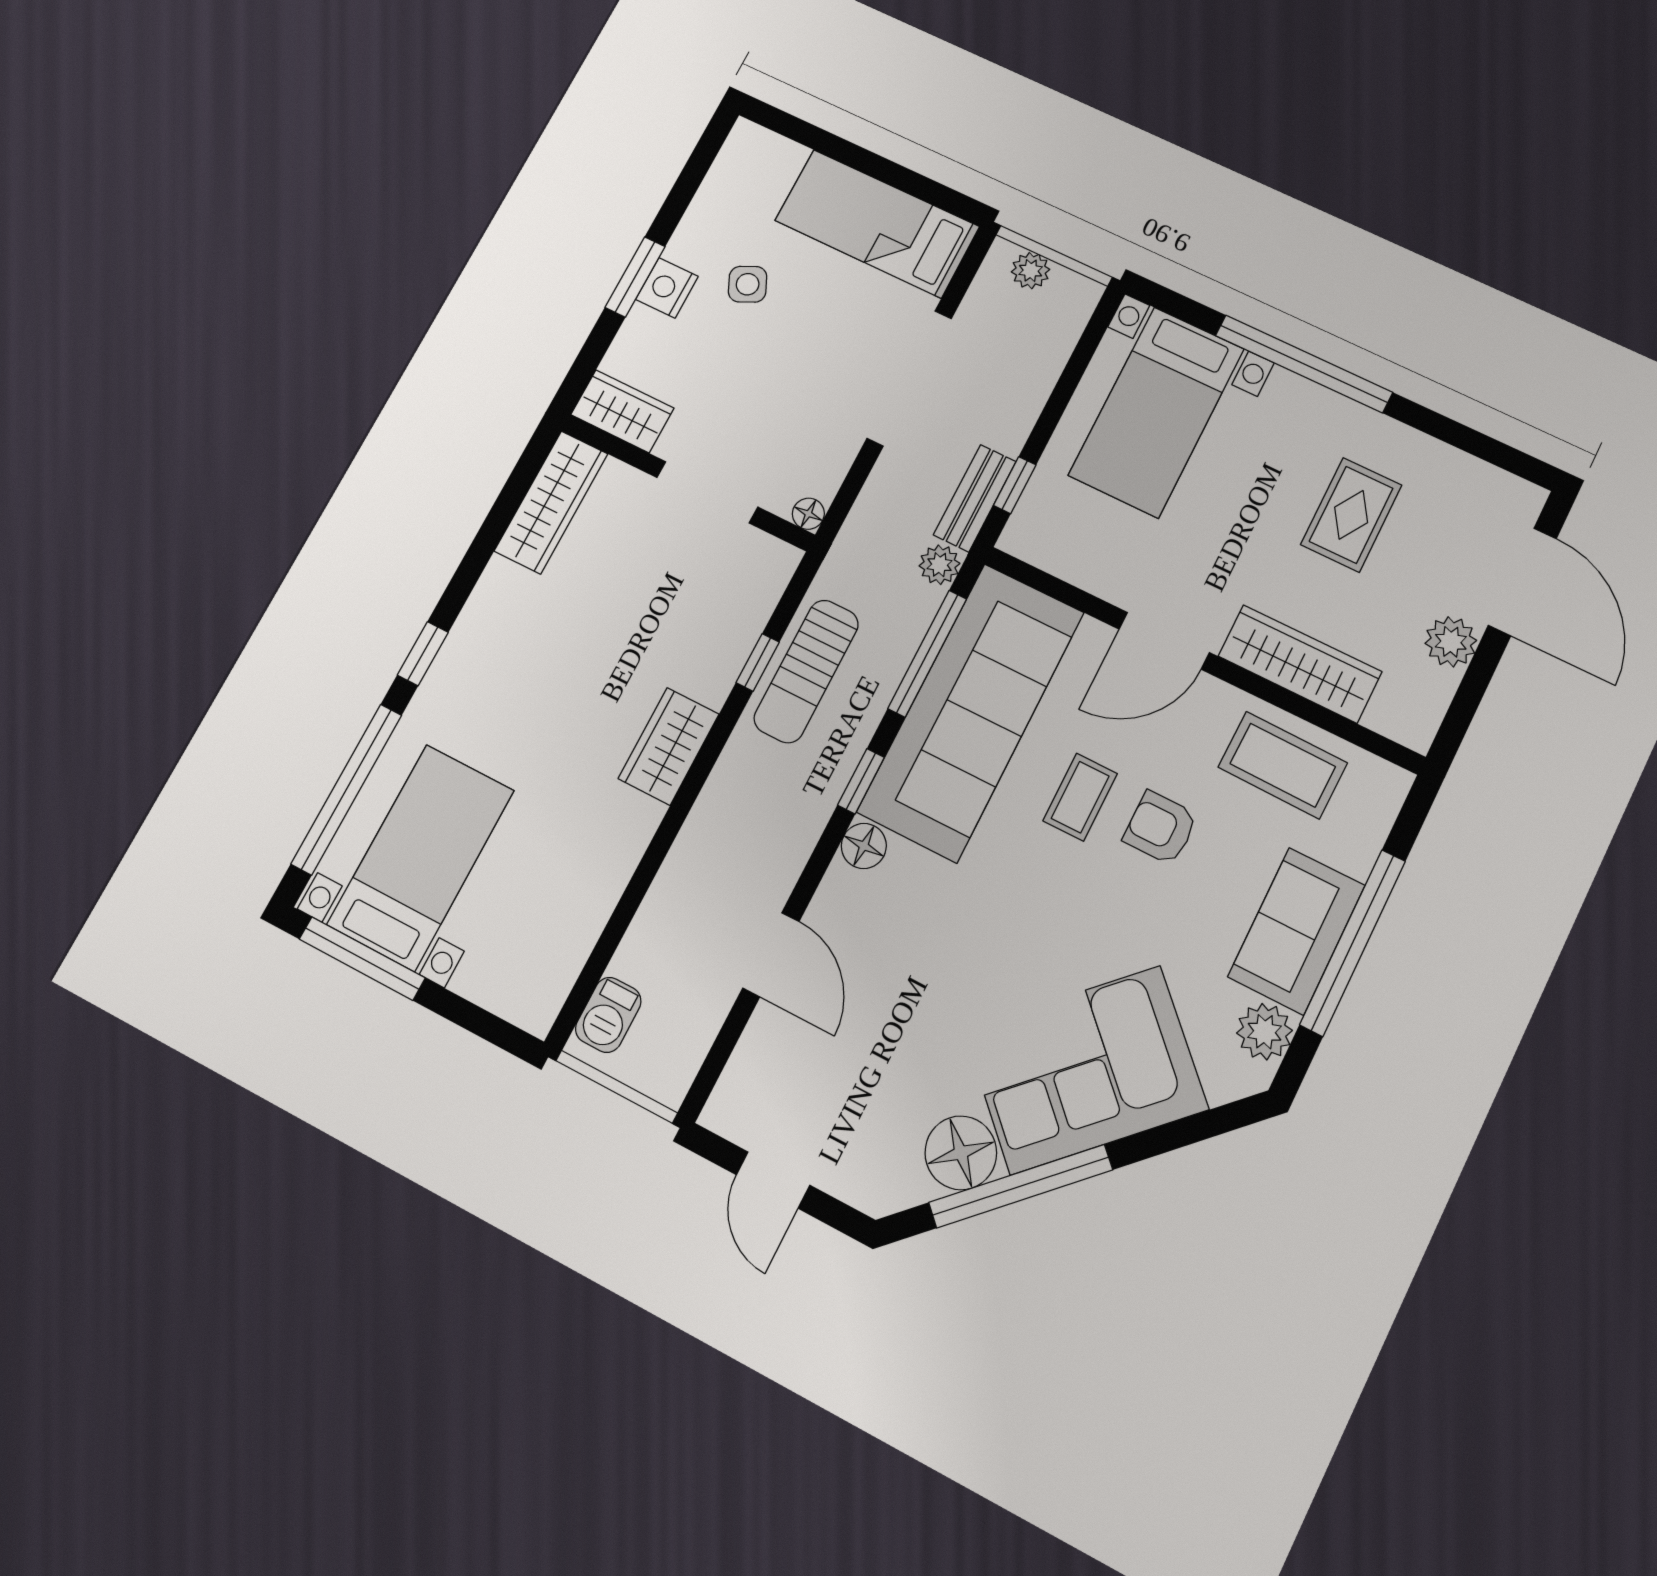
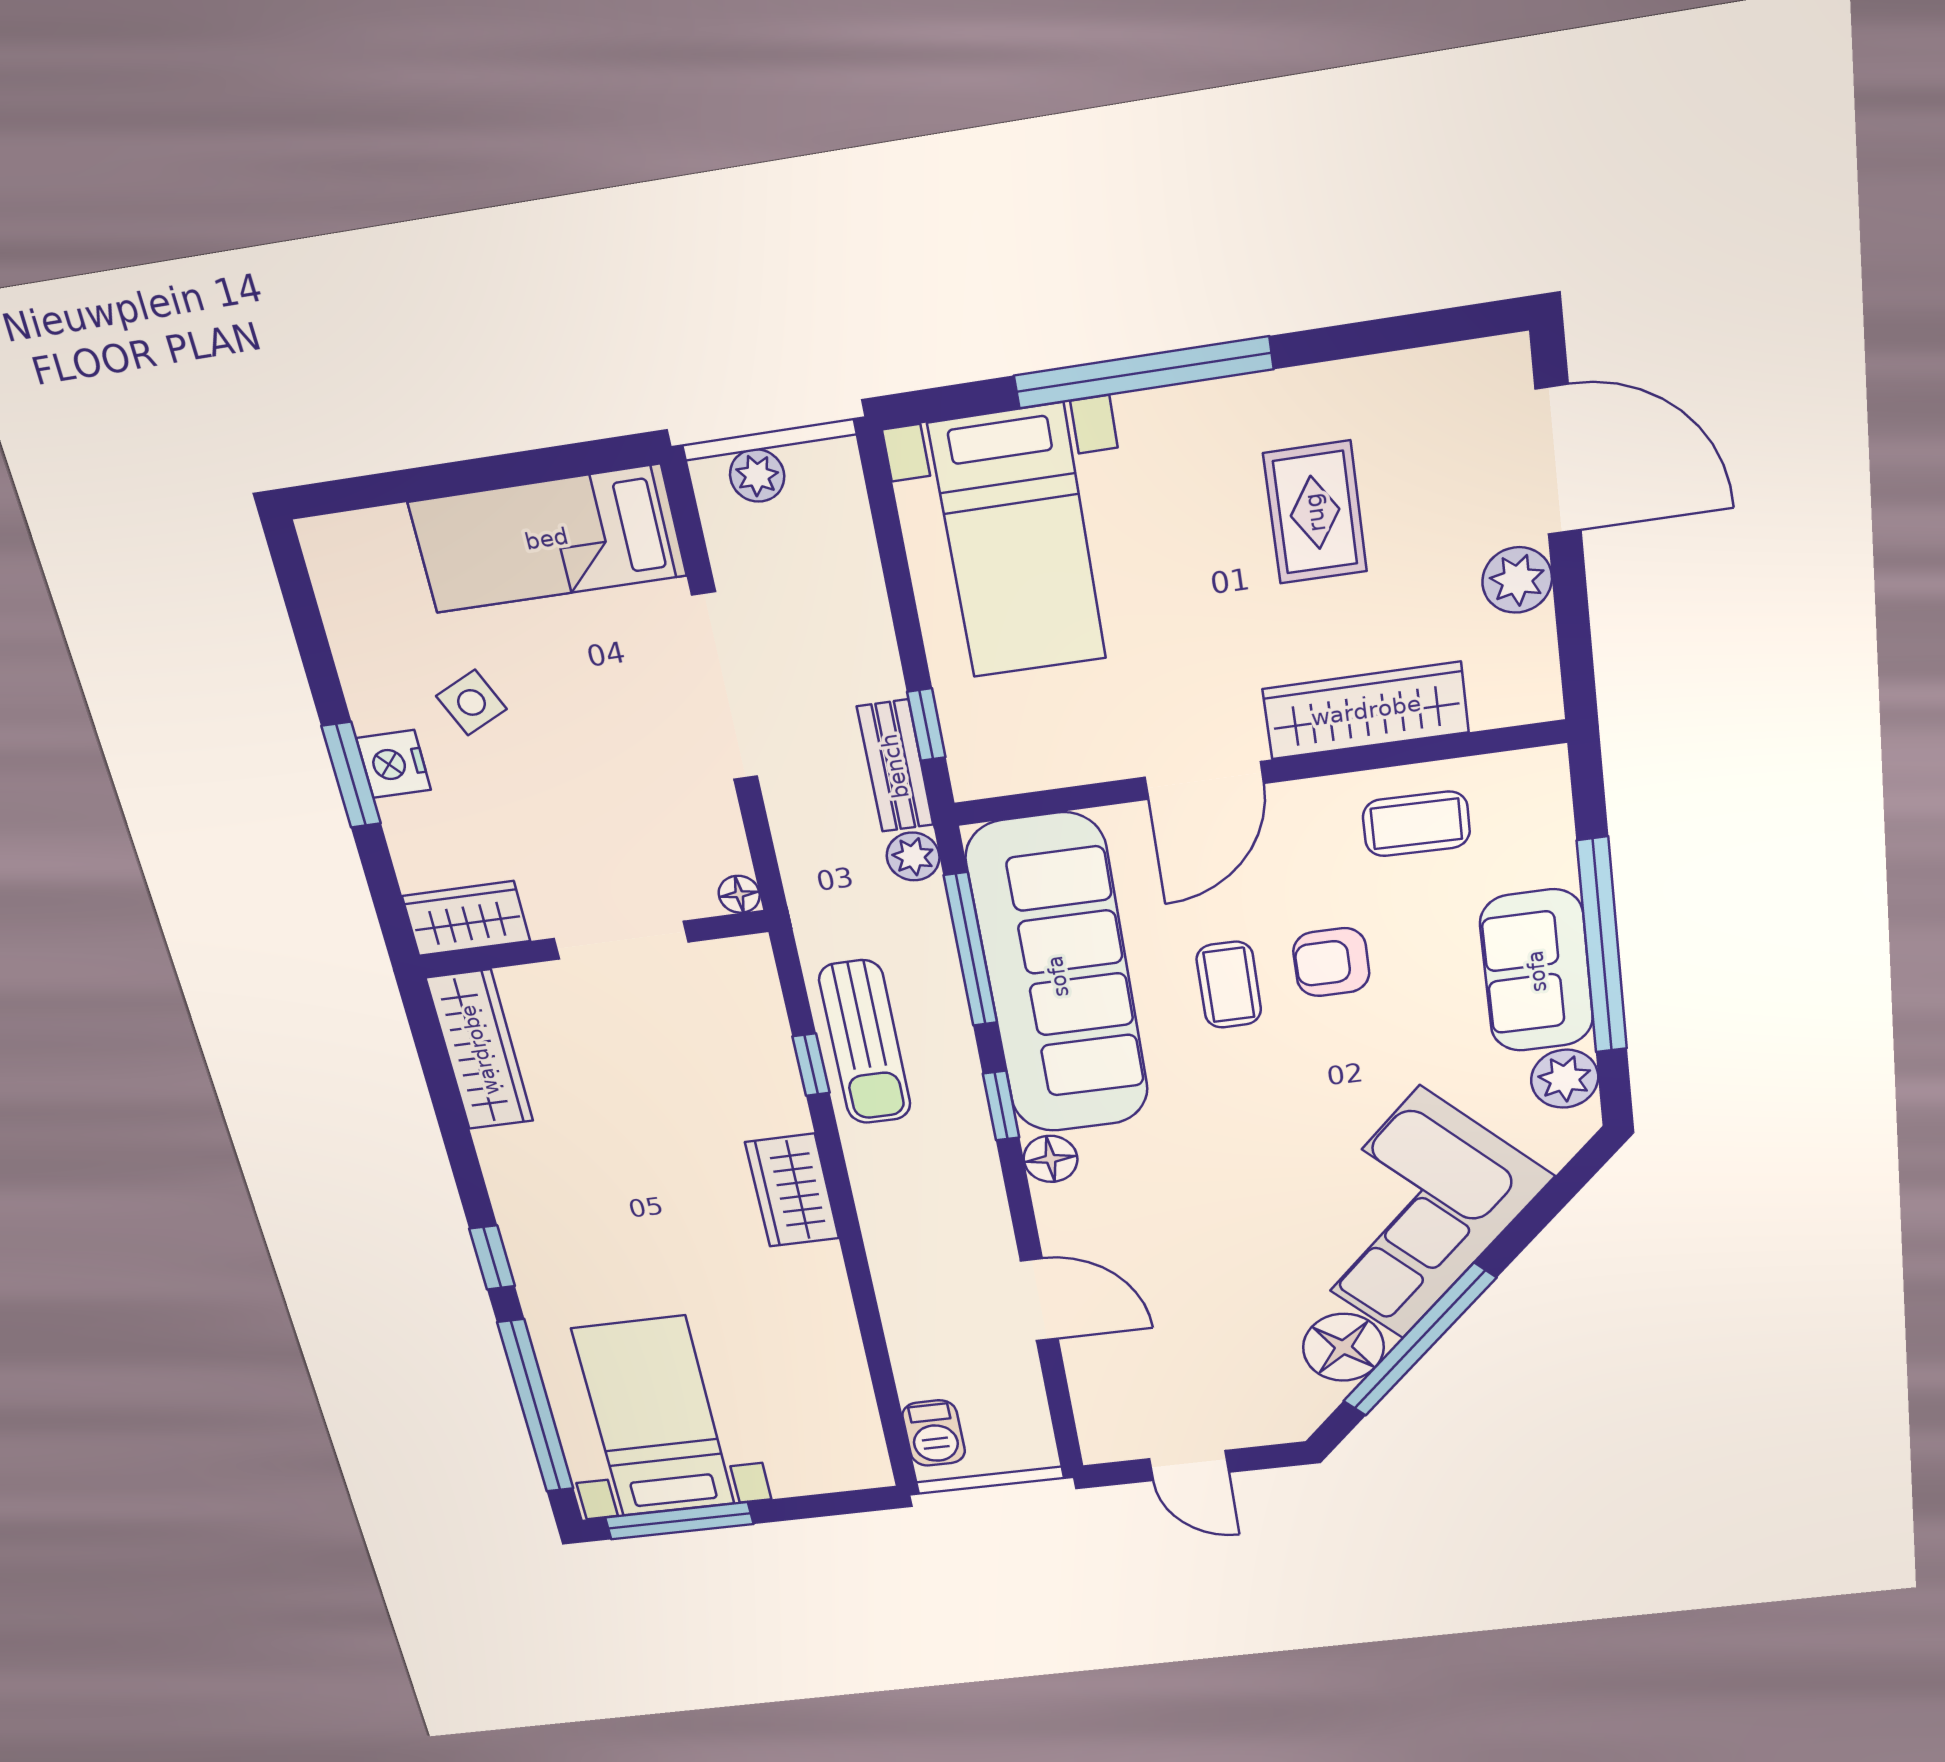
coffee table: (1283, 765) -> (1416, 824), width x0.73, depth x0.77

